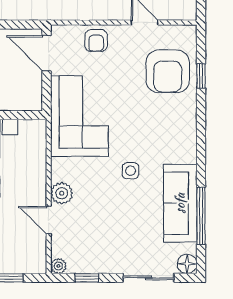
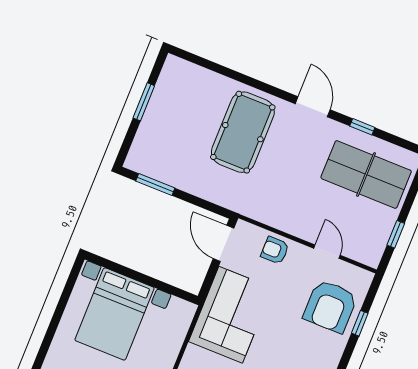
armchair: (96, 41) -> (275, 250), turned 90

